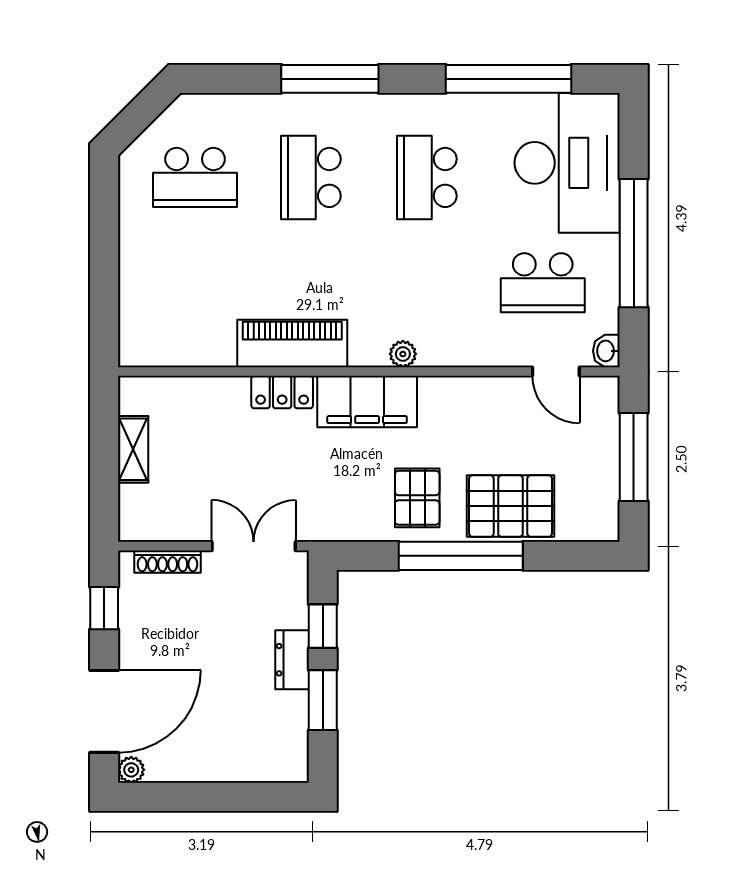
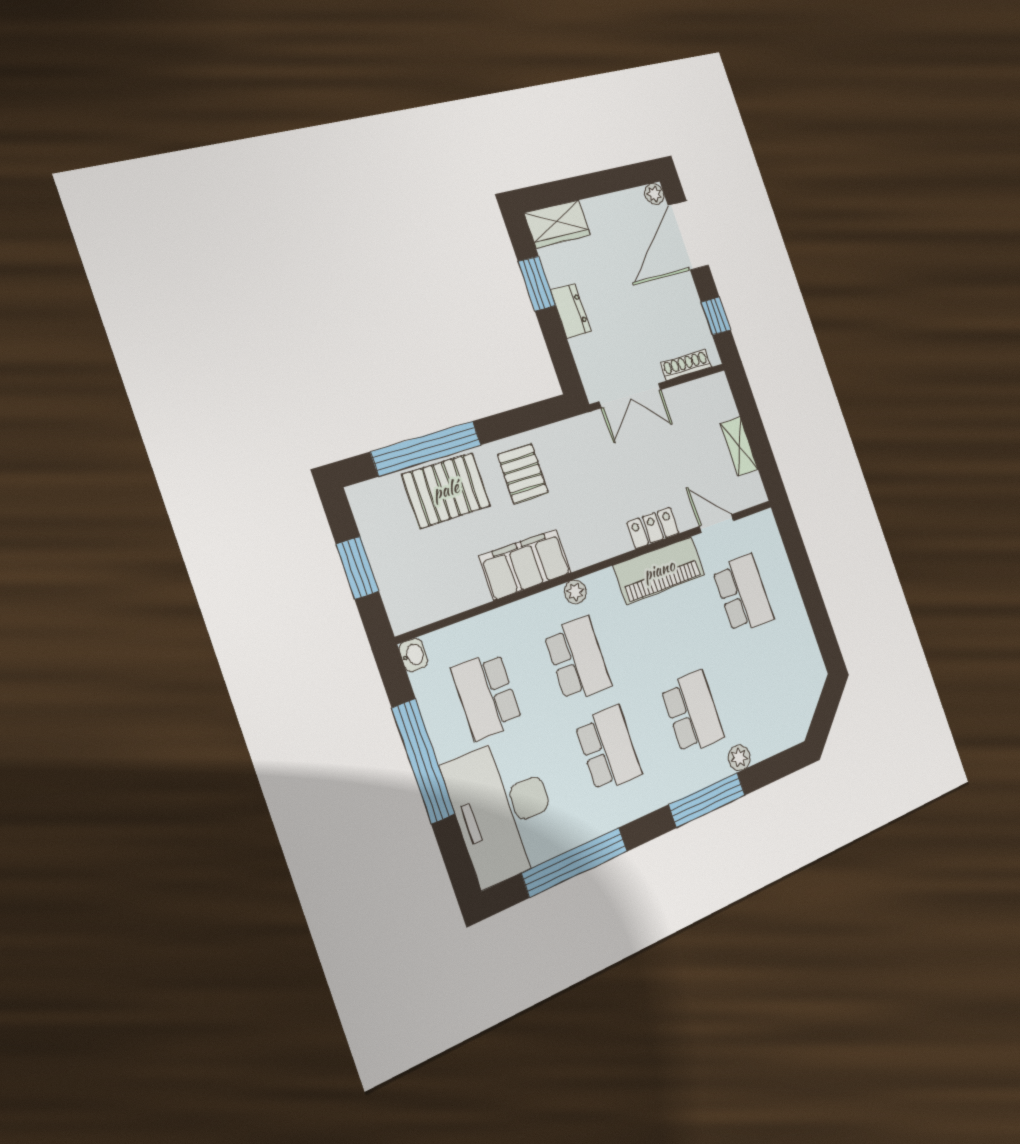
plant: (272, 108) -> (739, 758), added
school desk: (195, 177) -> (743, 594), moved, turned 90
school desk: (427, 283) -> (578, 659), added
school desk: (543, 283) -> (487, 695), turned -90
door: (556, 372) -> (717, 524), moved
filing cabinet: (367, 402) -> (525, 564), moved
window: (634, 457) -> (357, 568), width x0.69
window: (461, 556) -> (426, 448), moved
window: (323, 626) -> (558, 345), removed
wardrobe: (272, 761) -> (557, 224), added

